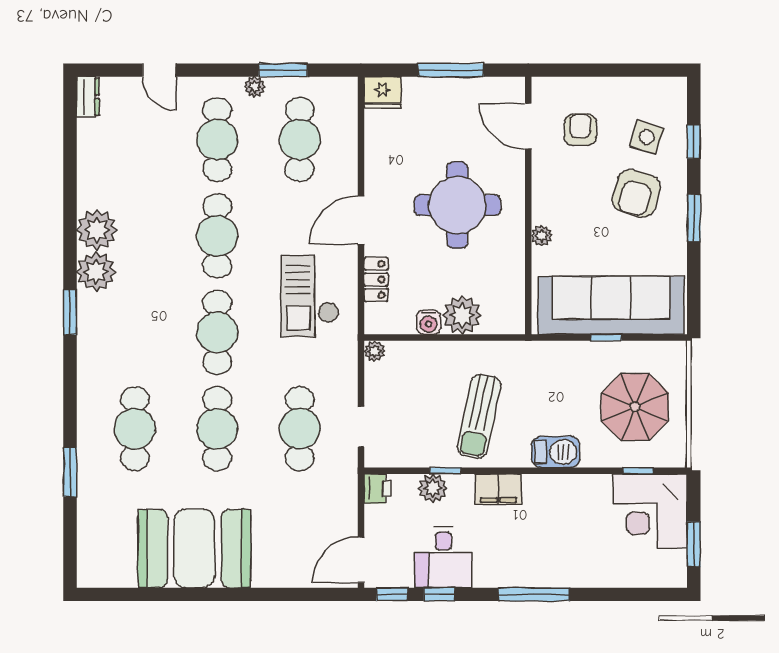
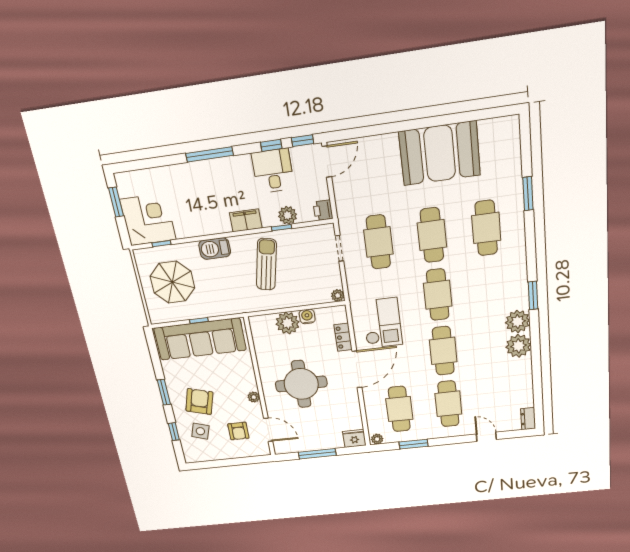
plant: (255, 87) -> (377, 439), moved
door: (361, 220) -> (357, 369), width x1.36
plant: (542, 236) -> (254, 397), moved

